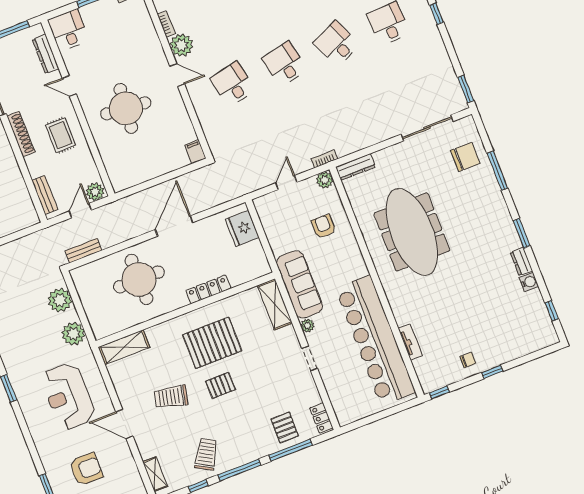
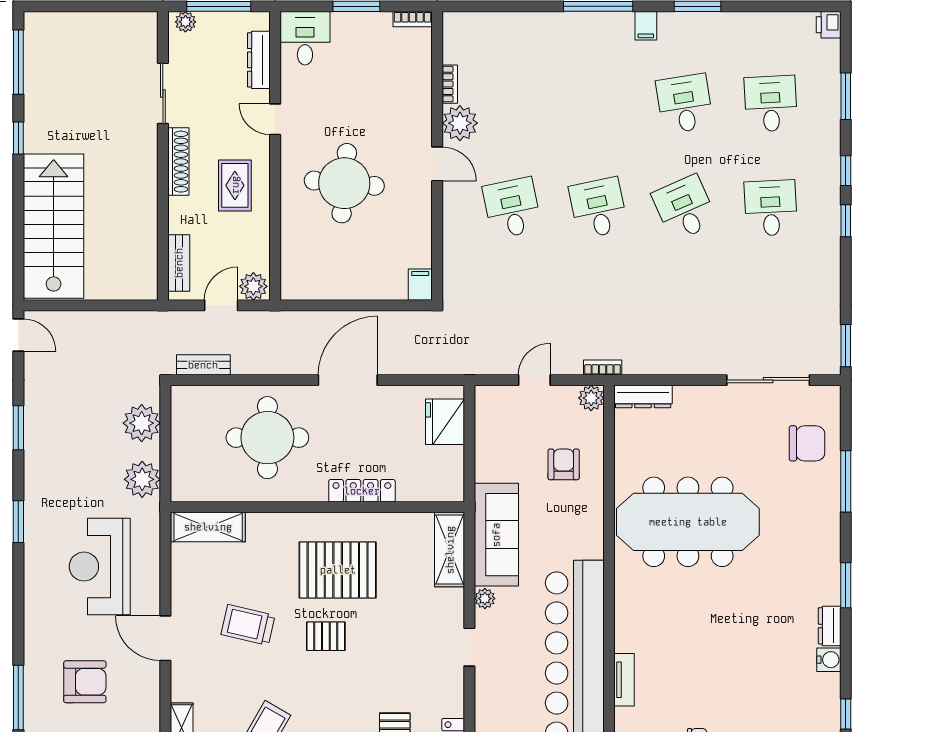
meeting table: (412, 232) -> (688, 522), turned 90

